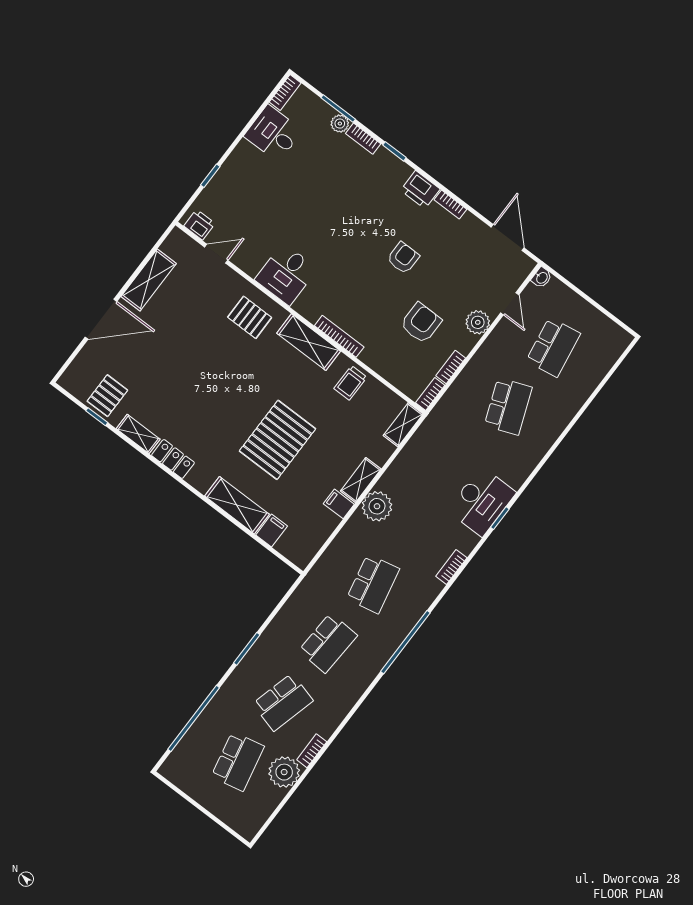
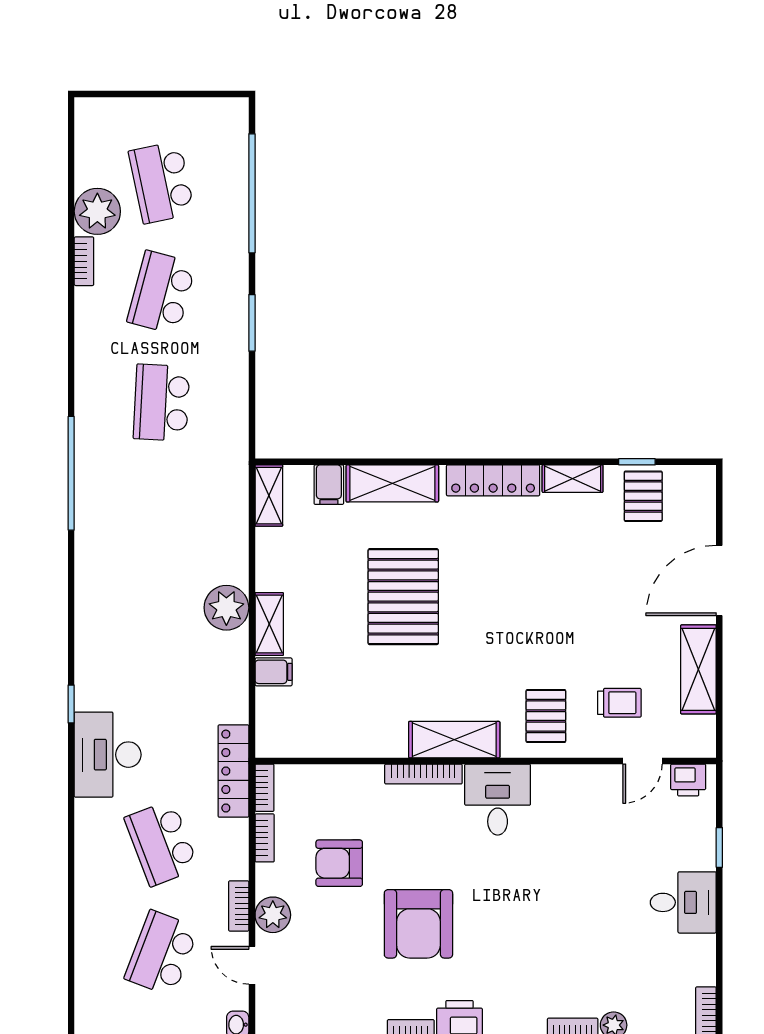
desk: (273, 133) -> (683, 902), moved
armchair: (403, 258) -> (418, 924), width x1.88, depth x1.88
desk: (286, 274) -> (498, 800), moved
pallet: (250, 317) -> (546, 716), turned 90
armchair: (421, 323) -> (339, 863), turned 90
school desk: (553, 347) -> (162, 953), turned 30
trolley: (350, 383) -> (619, 703), moved, turned 90
locker: (440, 416) -> (233, 771), added
shelving: (403, 425) -> (269, 496), moved
locker: (173, 459) -> (493, 480), width x1.53
desk: (482, 501) -> (108, 755), moved
filing cabinet: (339, 504) -> (274, 672), moved
bookcase: (451, 567) -> (239, 906), moved, turned 180
school desk: (373, 584) -> (162, 513), removed

